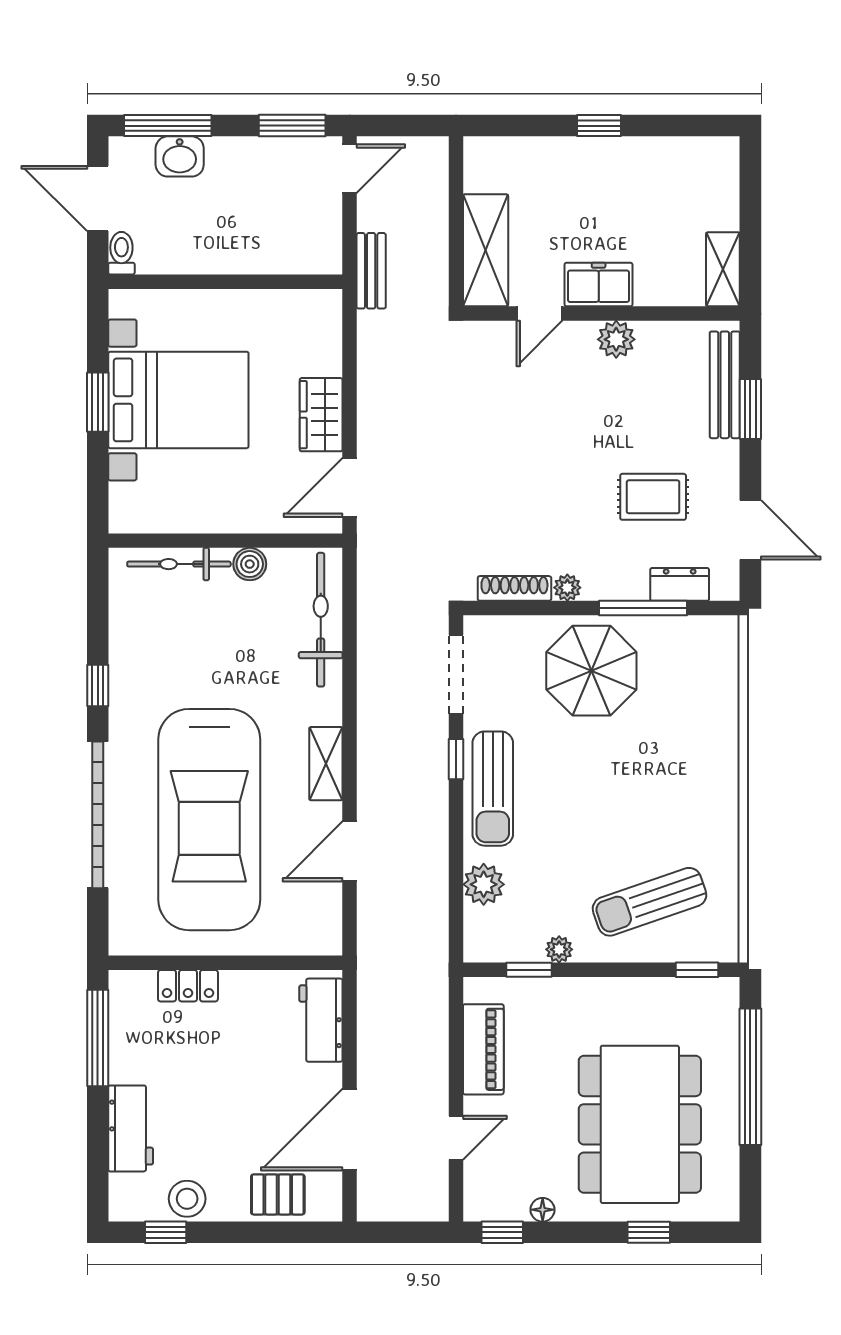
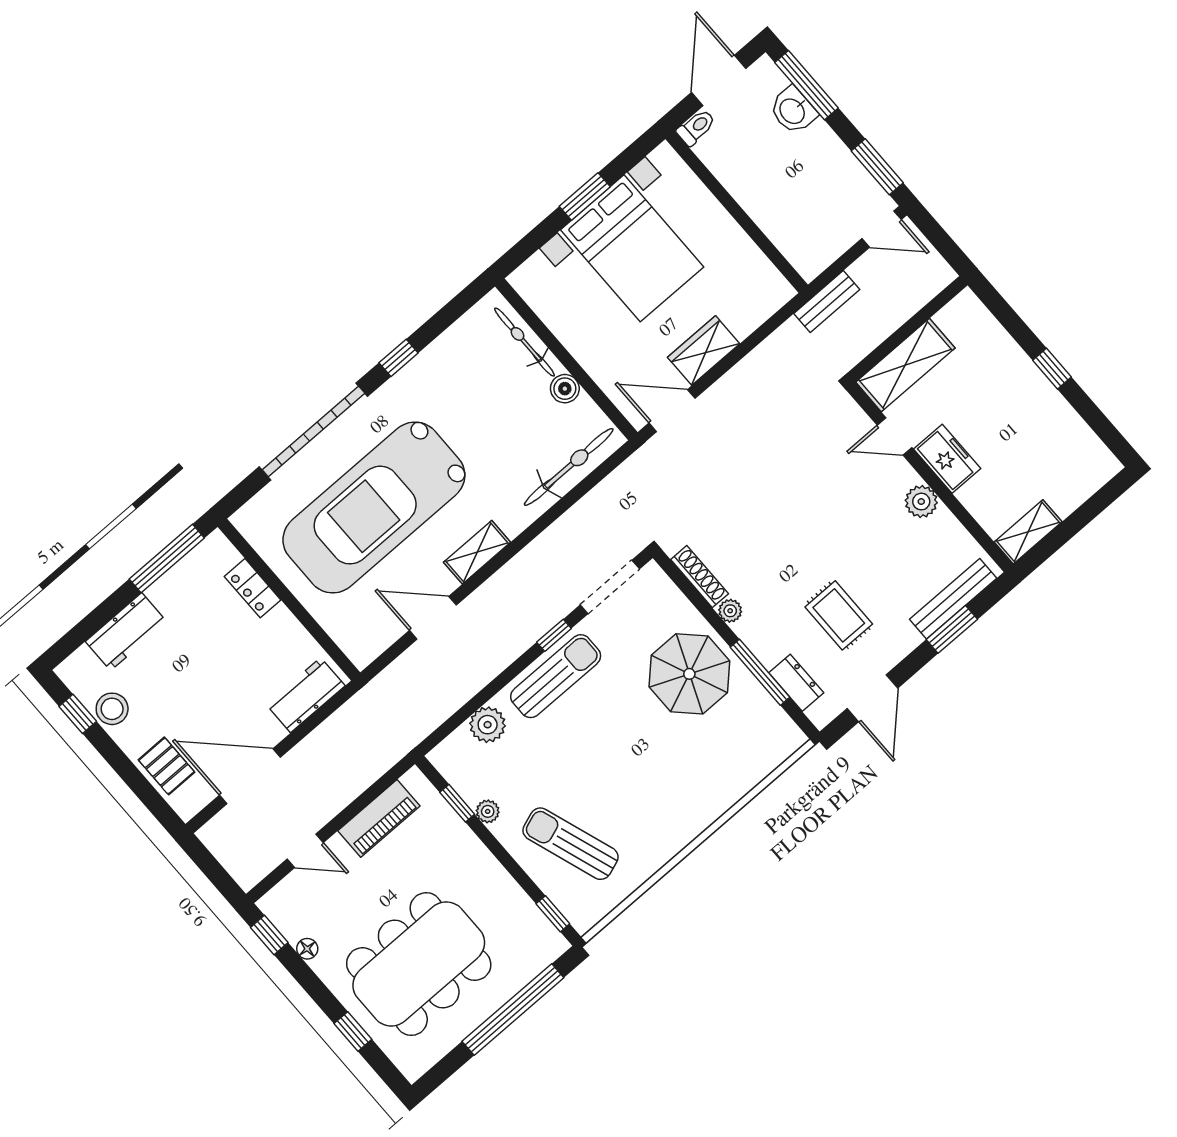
sun lounger: (493, 789) -> (556, 676), turned 180

